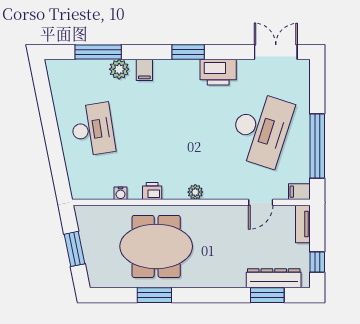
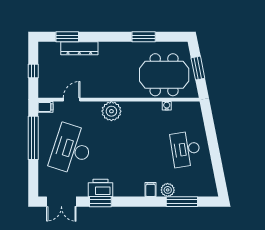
window: (188, 52) -> (100, 202), moved
printer: (152, 191) -> (145, 107), removed
plant: (195, 192) -> (111, 111), width x1.88, depth x1.88
tv unit: (303, 224) -> (43, 85), removed
meeting table: (156, 246) -> (164, 75), moved
window: (317, 262) -> (33, 71), moved
dresser: (274, 278) -> (79, 48), moved

